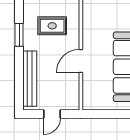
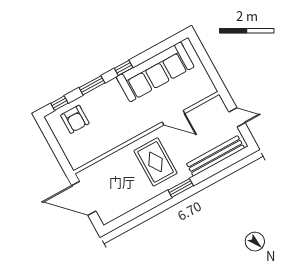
rug: (52, 26) -> (156, 162), width x1.36, depth x1.43

